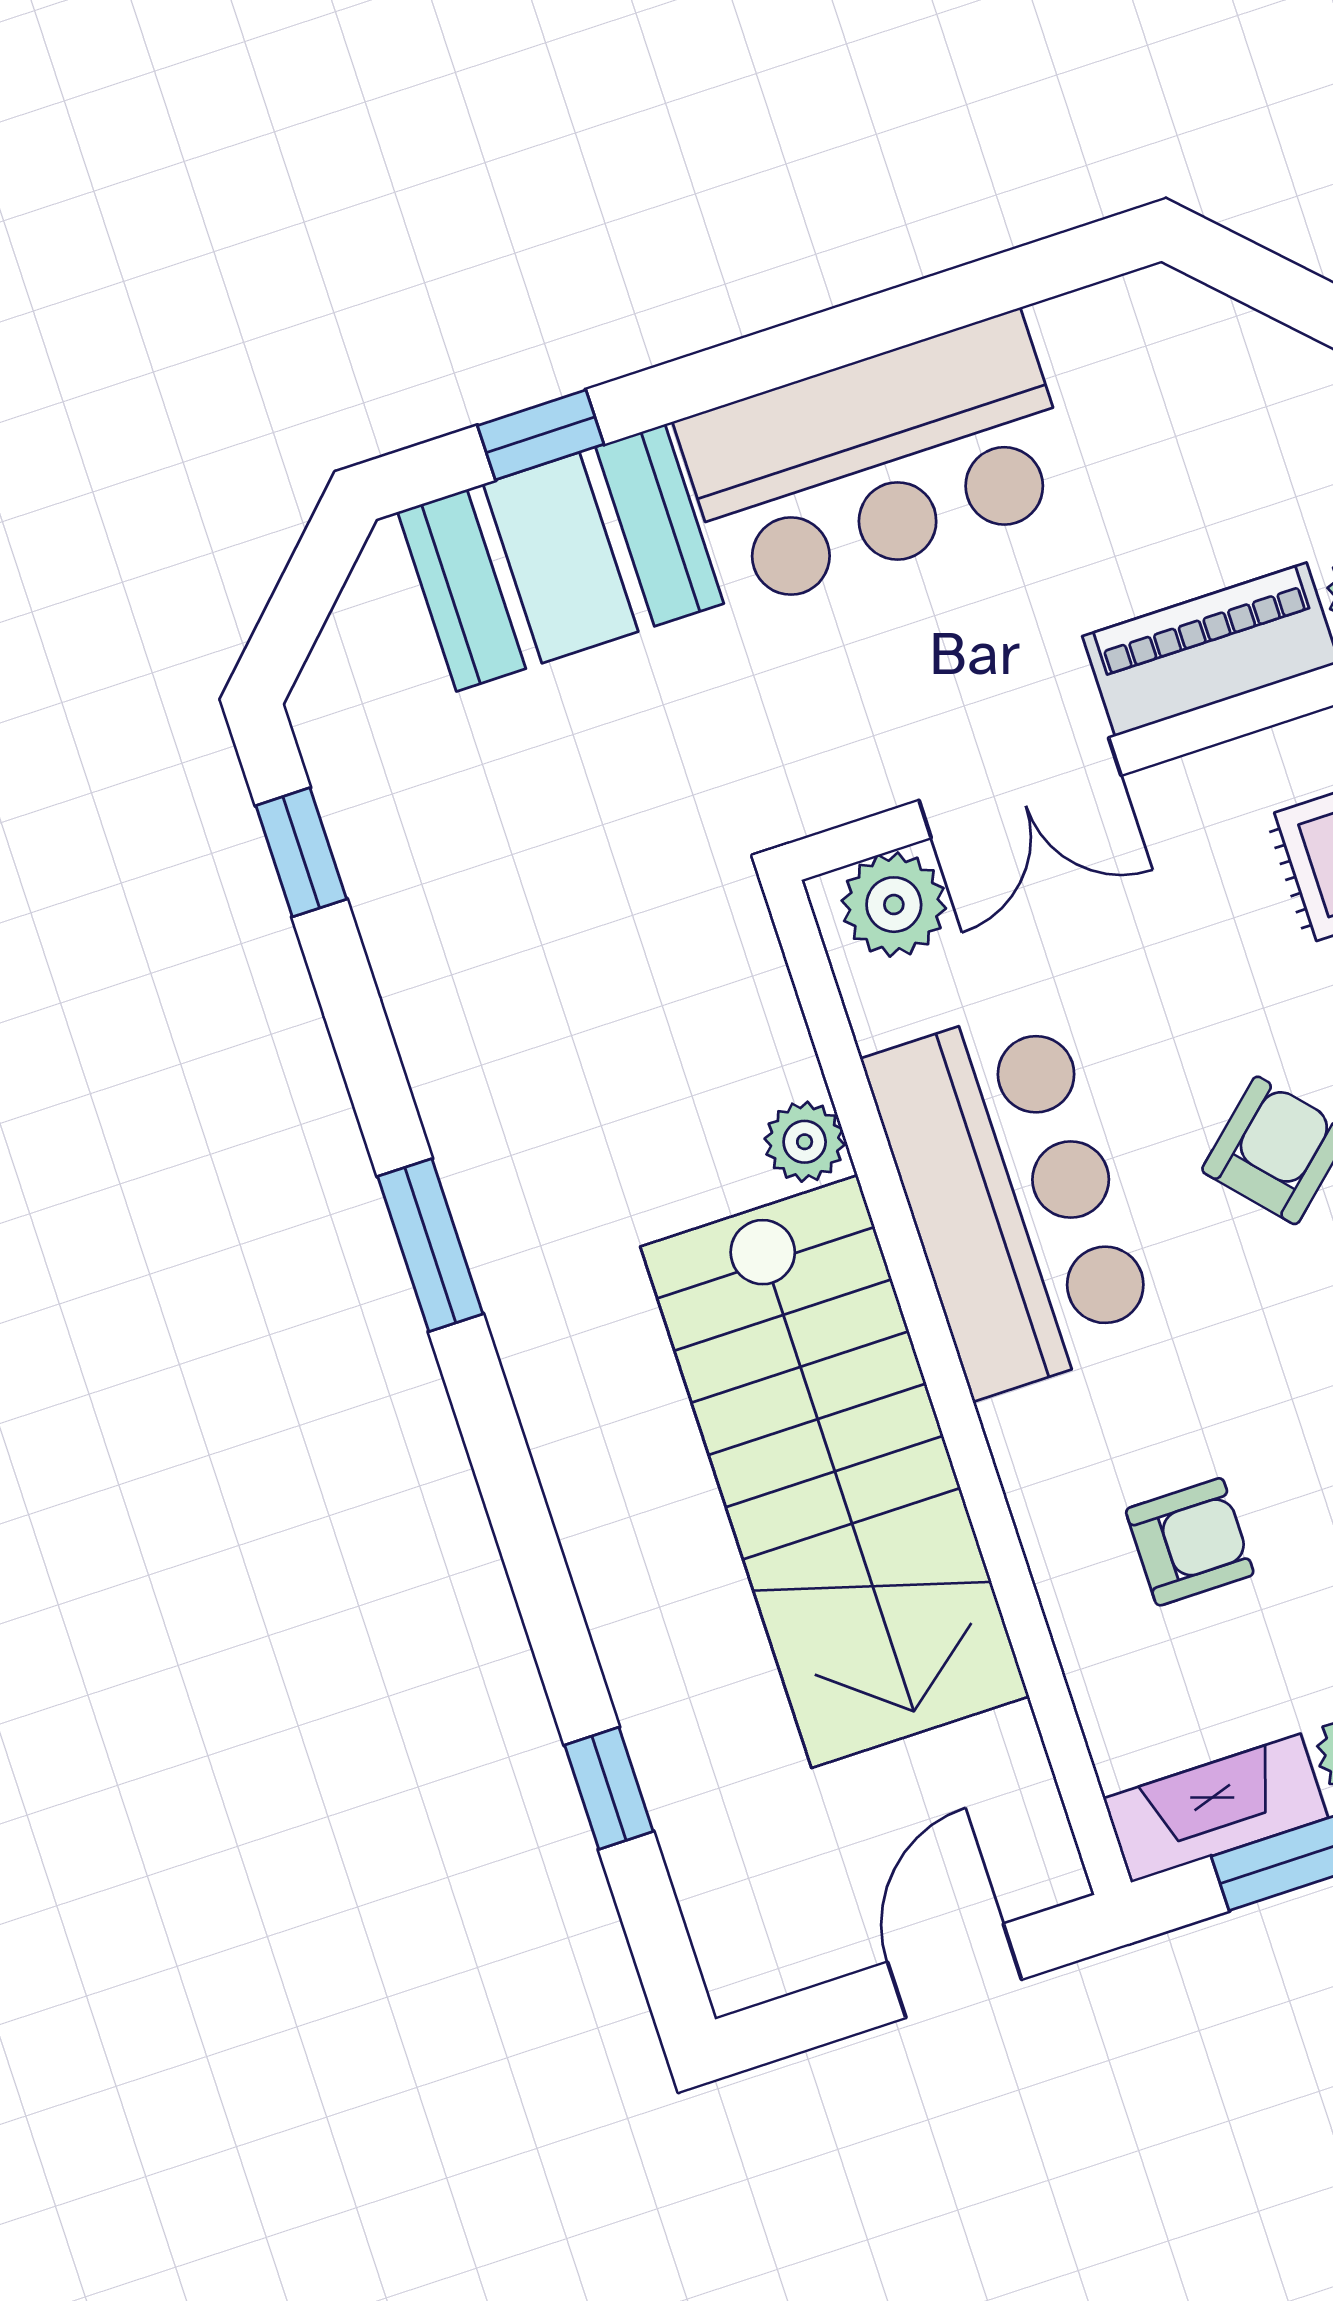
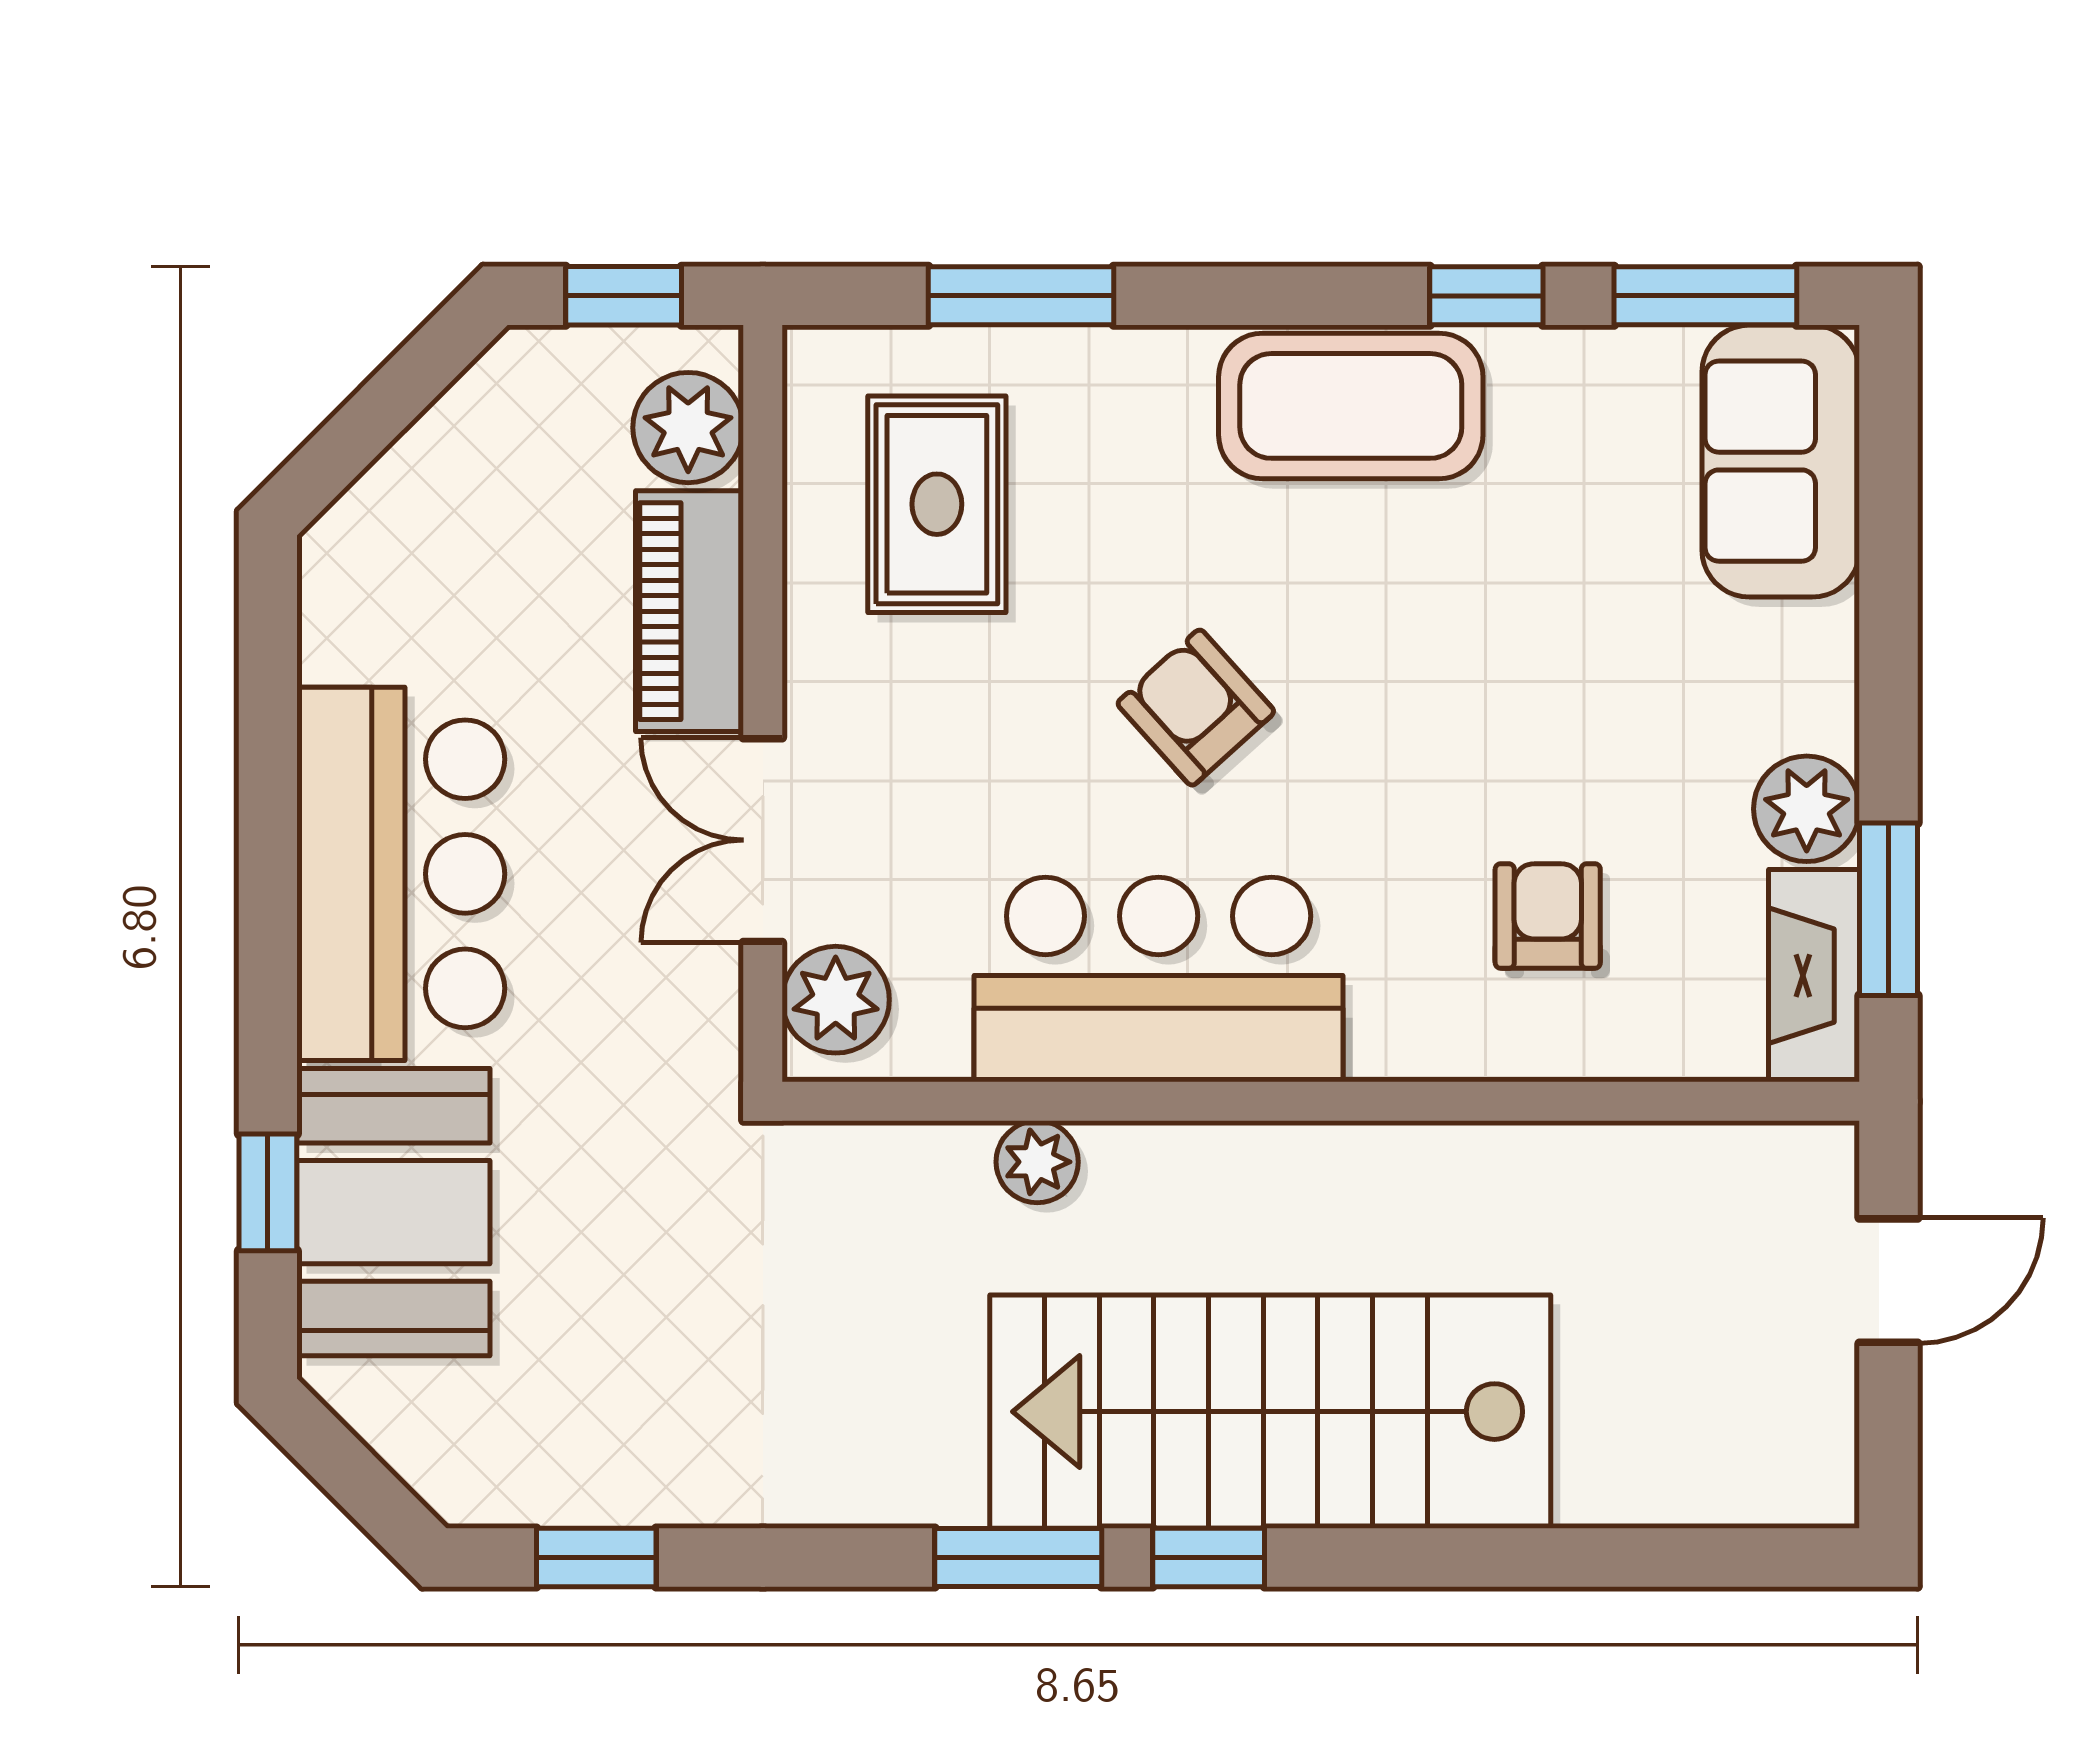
double door: (1020, 788) -> (763, 840), swing flipped
stairs: (835, 1471) -> (1270, 1412), moved, turned 180
window: (609, 1788) -> (1209, 1557), moved
door: (955, 1971) -> (1889, 1281), swing flipped

